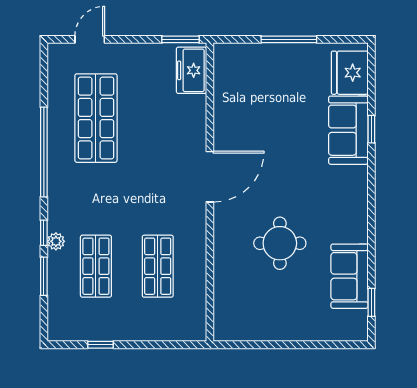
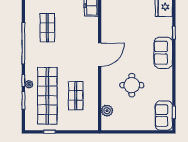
shop shelf: (96, 118) -> (47, 28), width x0.70, depth x0.74
sofa: (348, 130) -> (163, 53), moved
shop shelf: (96, 266) -> (47, 96), width x2.00, depth x1.36
sofa: (349, 276) -> (164, 116), moved
plant: (226, 299) -> (107, 111), added

